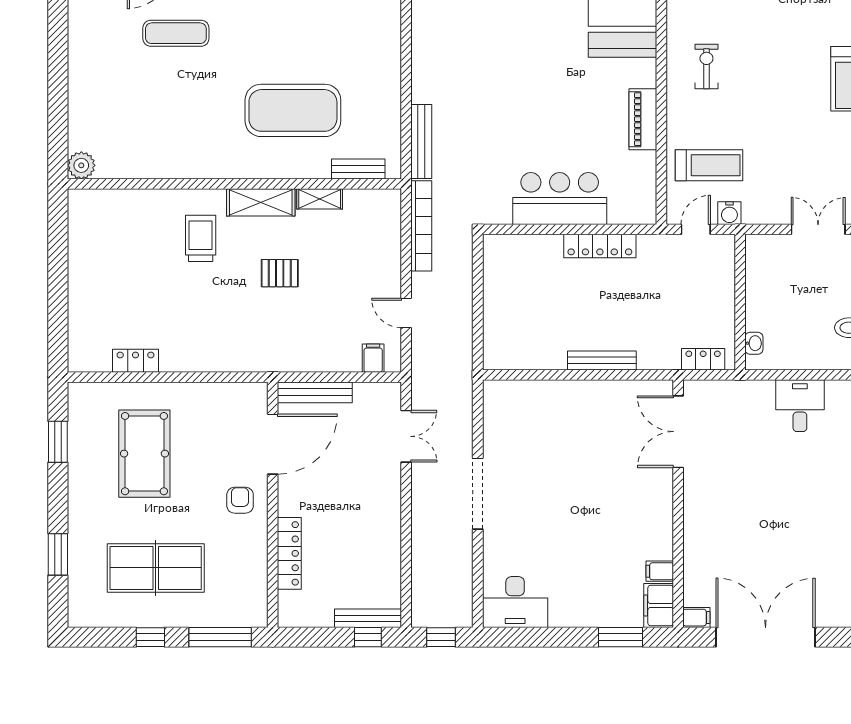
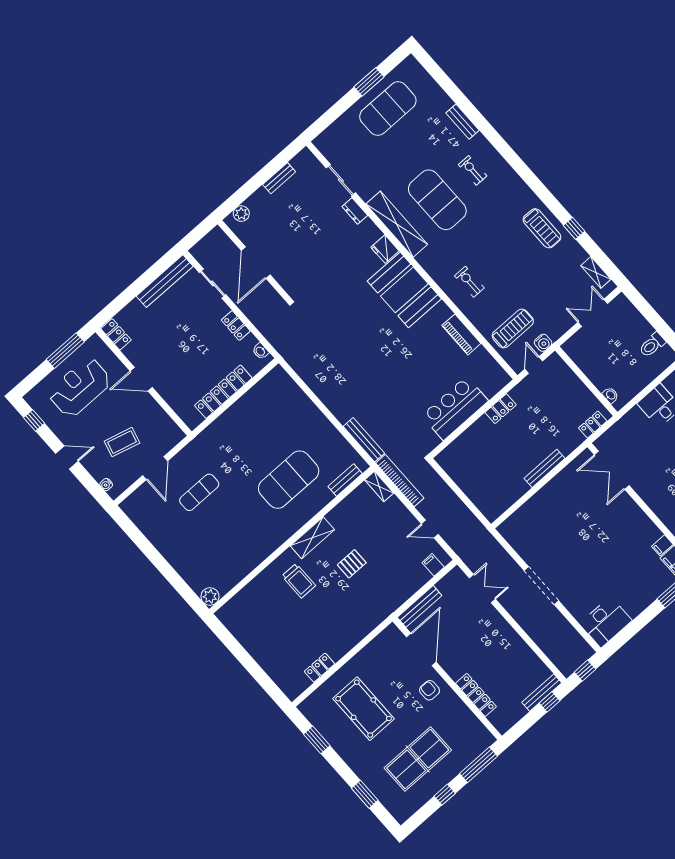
shelving: (320, 199) -> (379, 486), moved, turned 90
trolley: (201, 238) -> (299, 581), turned 180
locker: (600, 246) -> (501, 409), width x0.66

